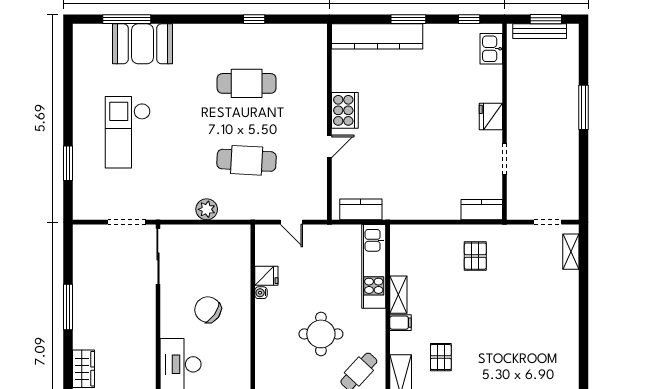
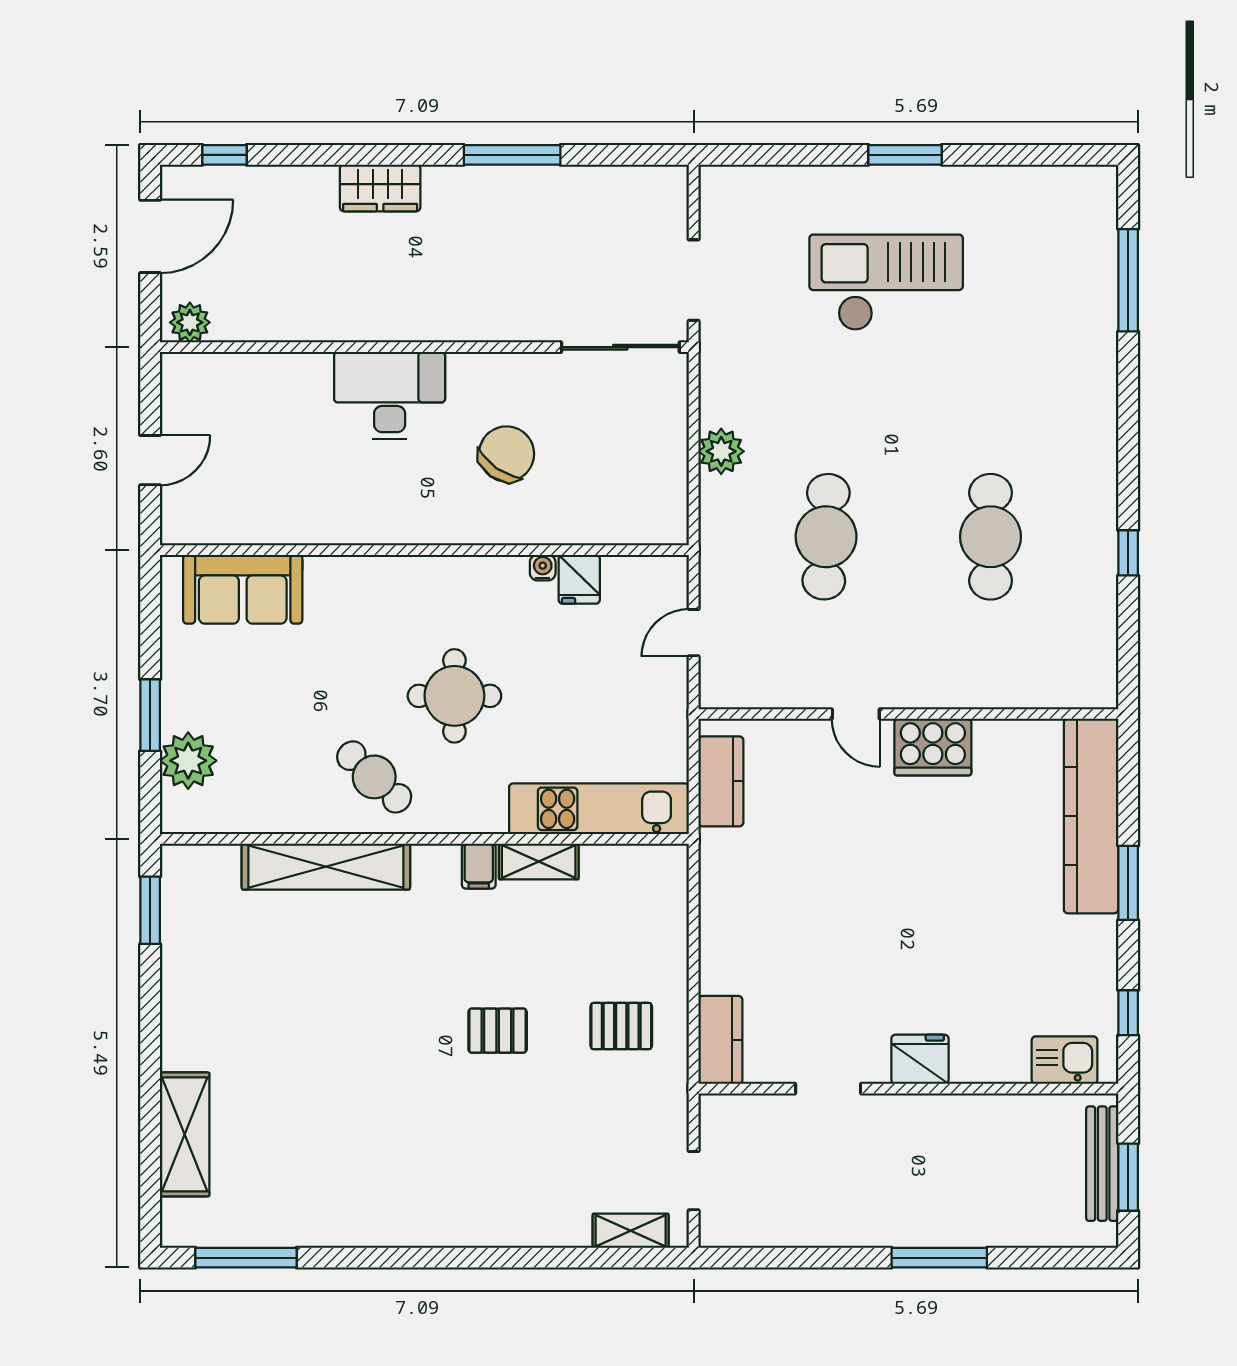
booth: (142, 44) -> (1075, 314), removed
window: (68, 163) -> (905, 155), moved
pallet: (441, 357) -> (498, 1031), moved

